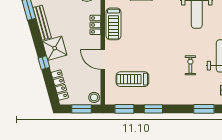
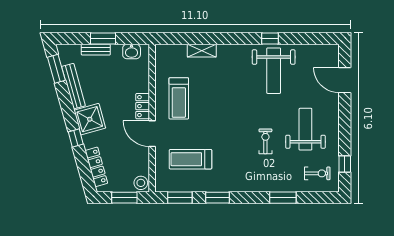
treadmill: (114, 24) -> (179, 98), moved
locker: (95, 25) -> (143, 106), moved

